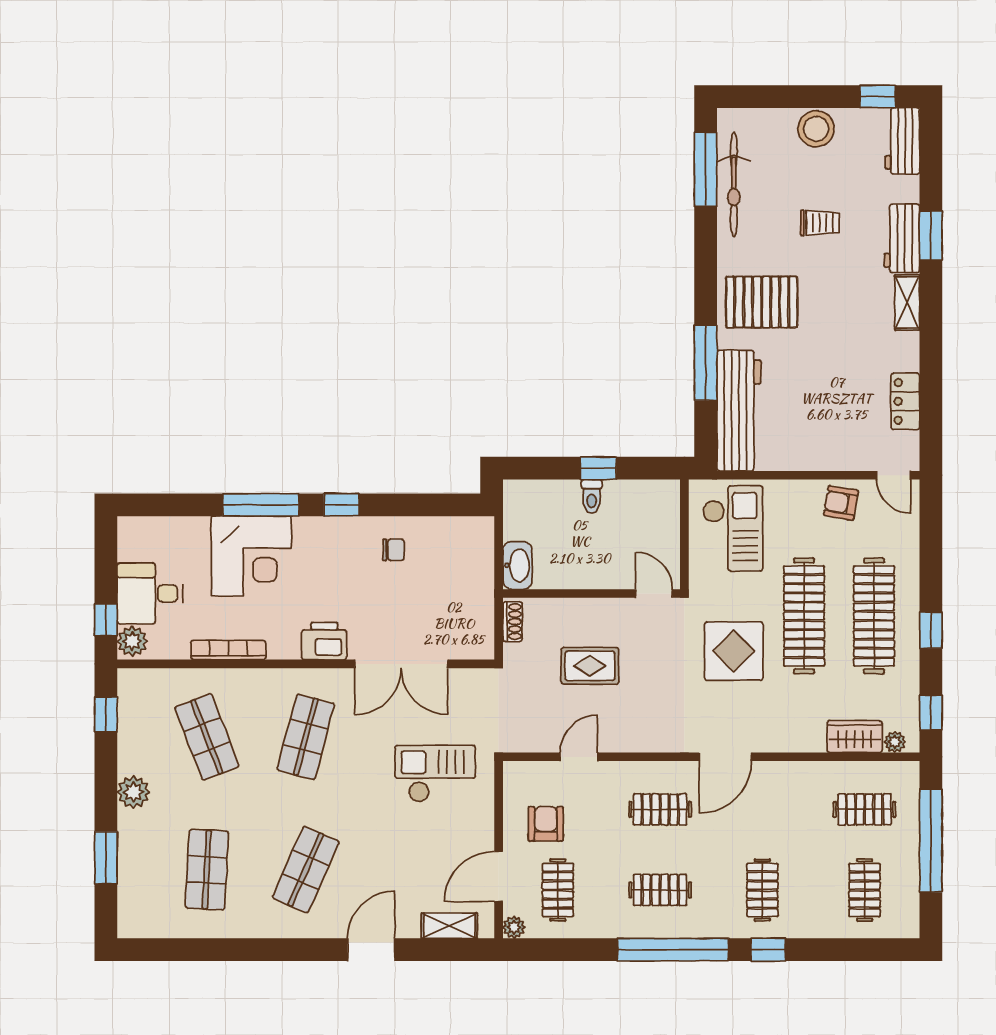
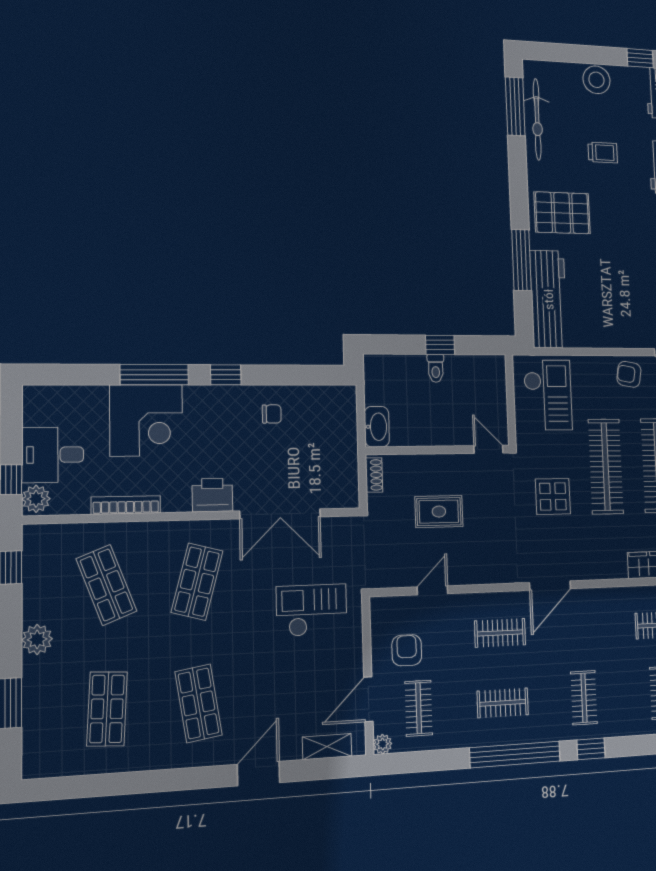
display table: (734, 651) -> (553, 497), width x0.73, depth x0.73
shop shelf: (306, 870) -> (199, 703), turned -33

